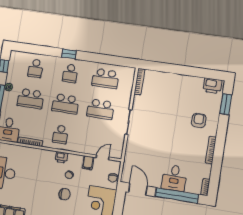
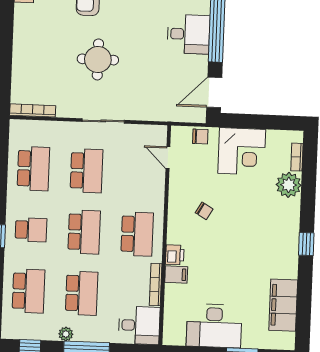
school desk: (36, 68) -> (29, 291), width x1.85
round table: (165, 123) -> (98, 59), added
school desk: (60, 134) -> (137, 234), width x1.85
printer: (62, 157) -> (175, 255), moved
filing cabinet: (88, 163) -> (176, 275), moved
chair: (65, 194) -> (238, 215), removed

